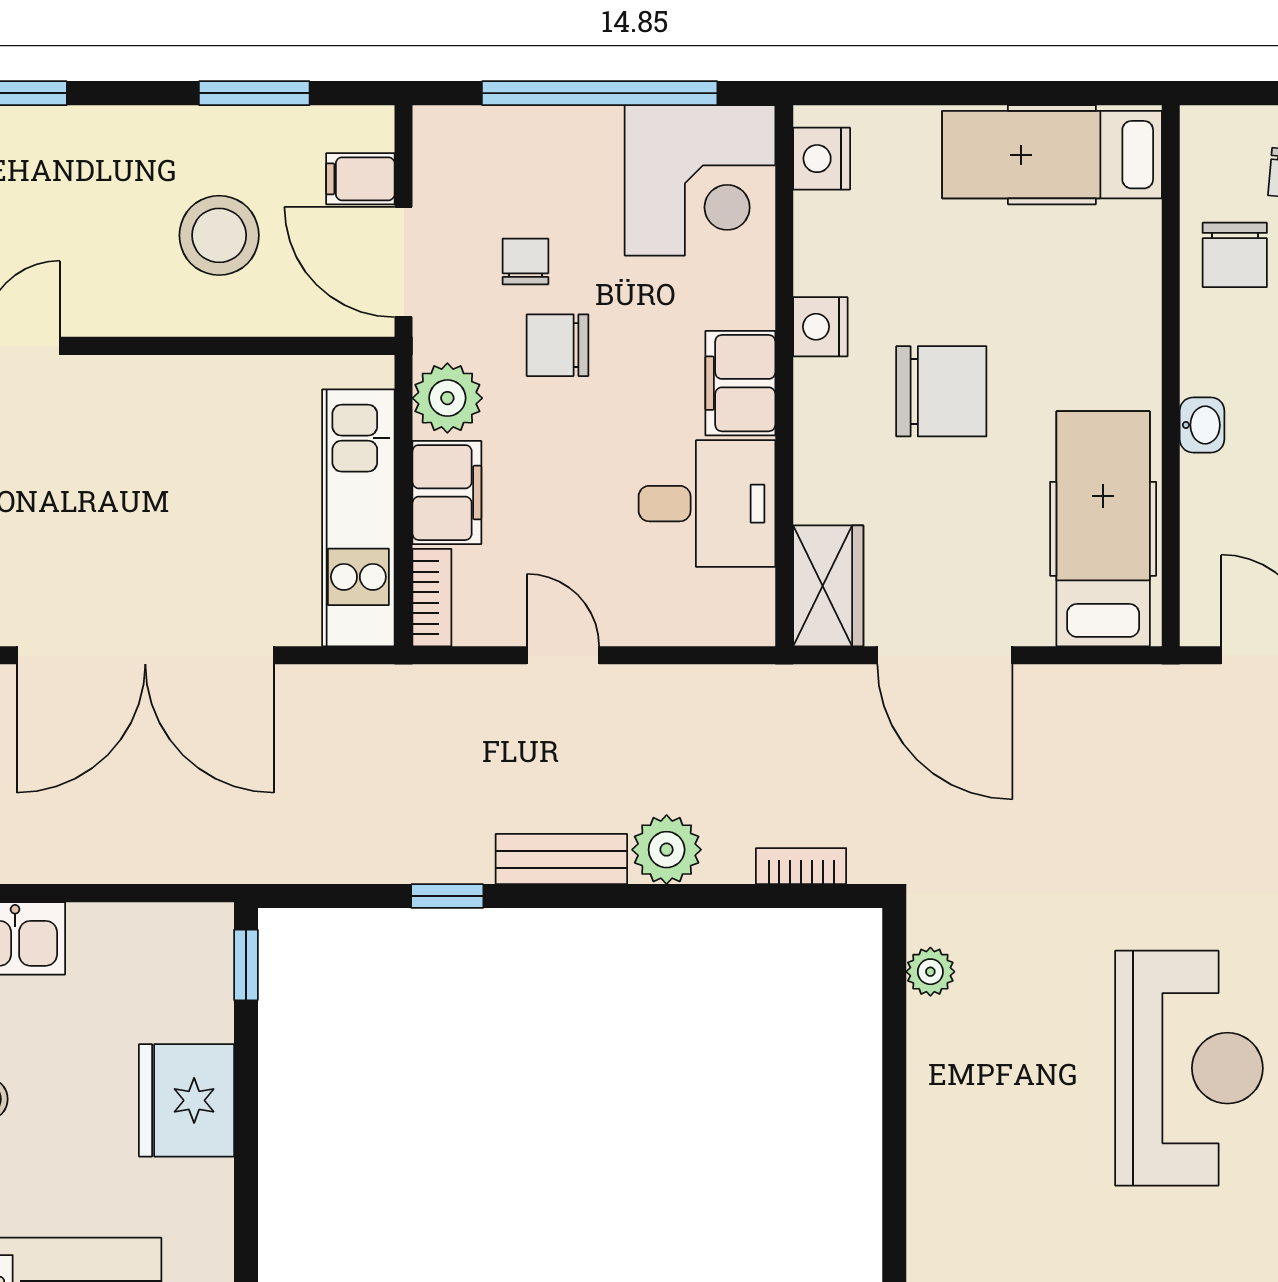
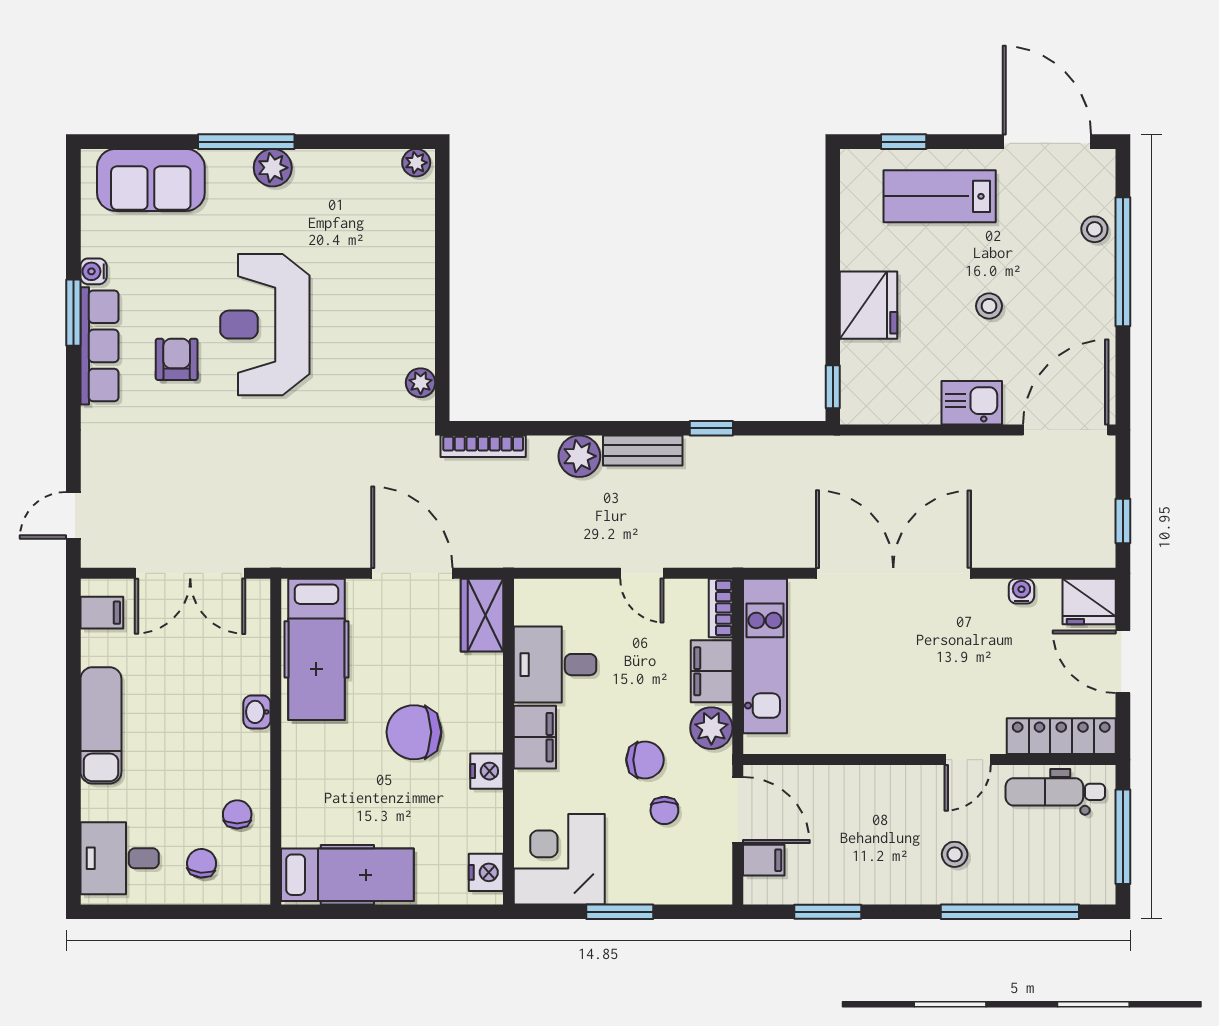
window: (600, 93) -> (620, 912), width x0.47
stool: (219, 235) -> (955, 854), moved, width x0.53, depth x0.53
chair: (1235, 255) -> (237, 814), width x0.73, depth x0.73
bookcase: (801, 866) -> (483, 446), width x1.56

